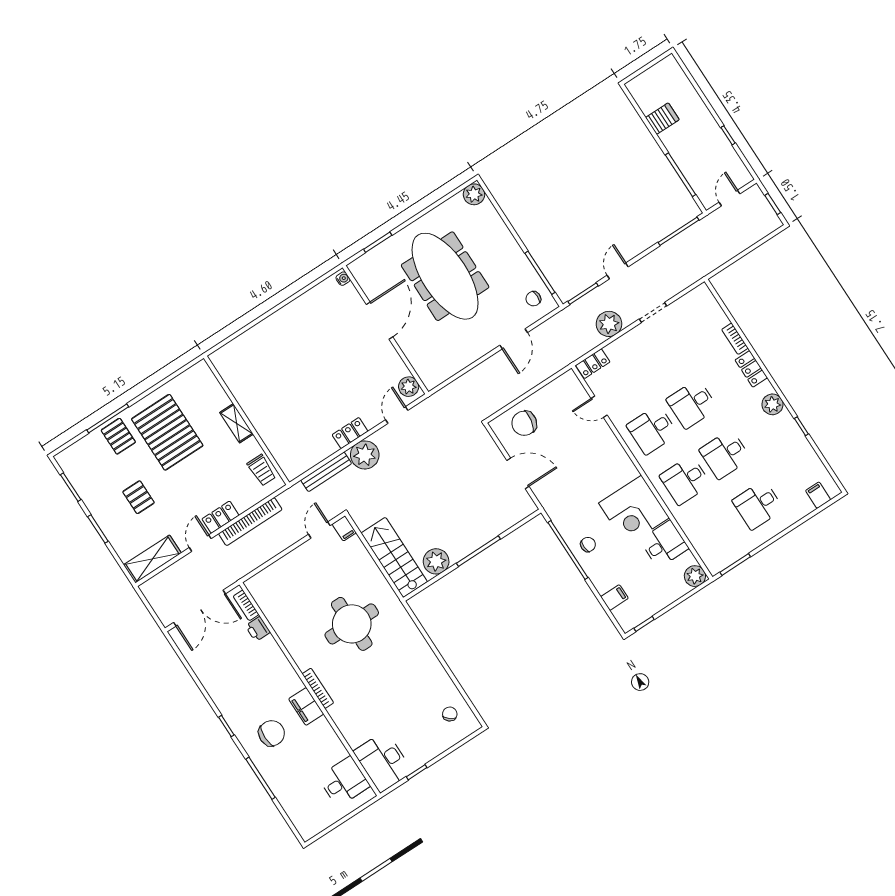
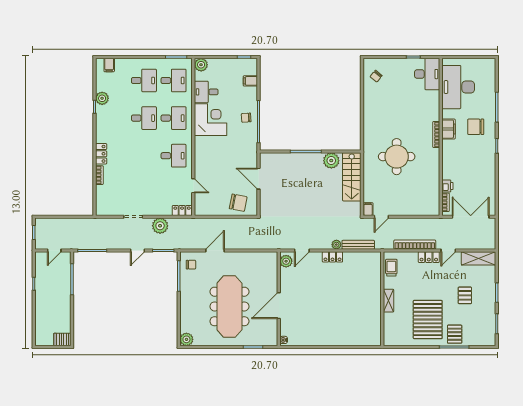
server rack: (662, 119) -> (62, 340), moved
desk: (692, 404) -> (174, 80), moved
plant: (772, 404) -> (102, 98), moved
plant: (365, 455) -> (336, 245), width x0.53, depth x0.53
desk: (344, 782) -> (458, 87), width x1.87, depth x1.30

